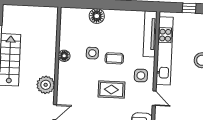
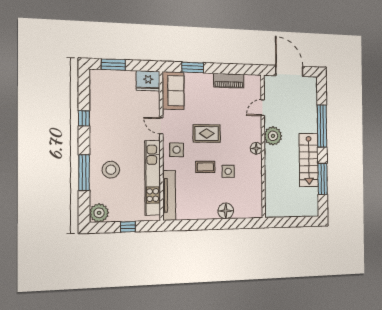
floor lamp: (64, 56) -> (256, 148), moved

